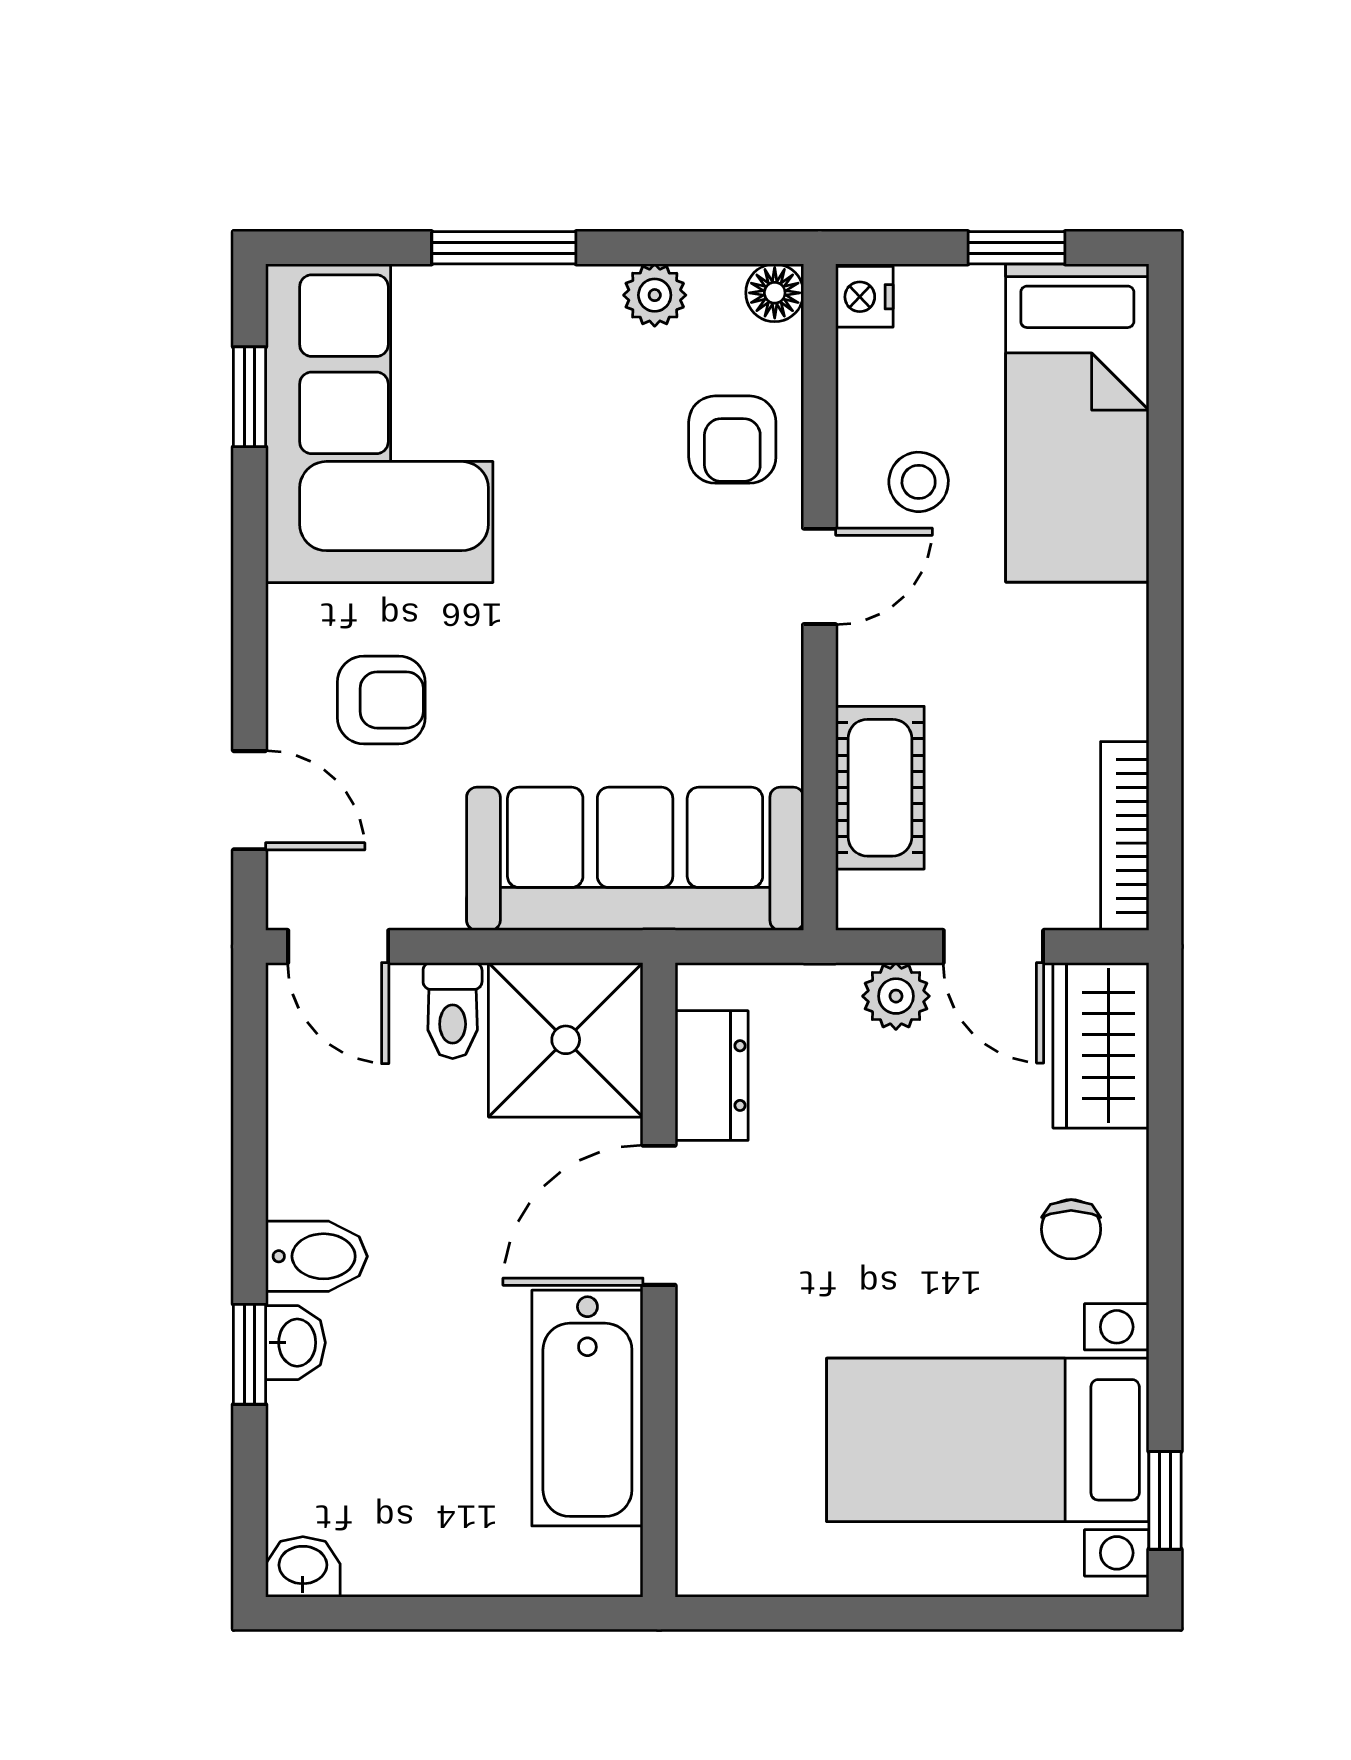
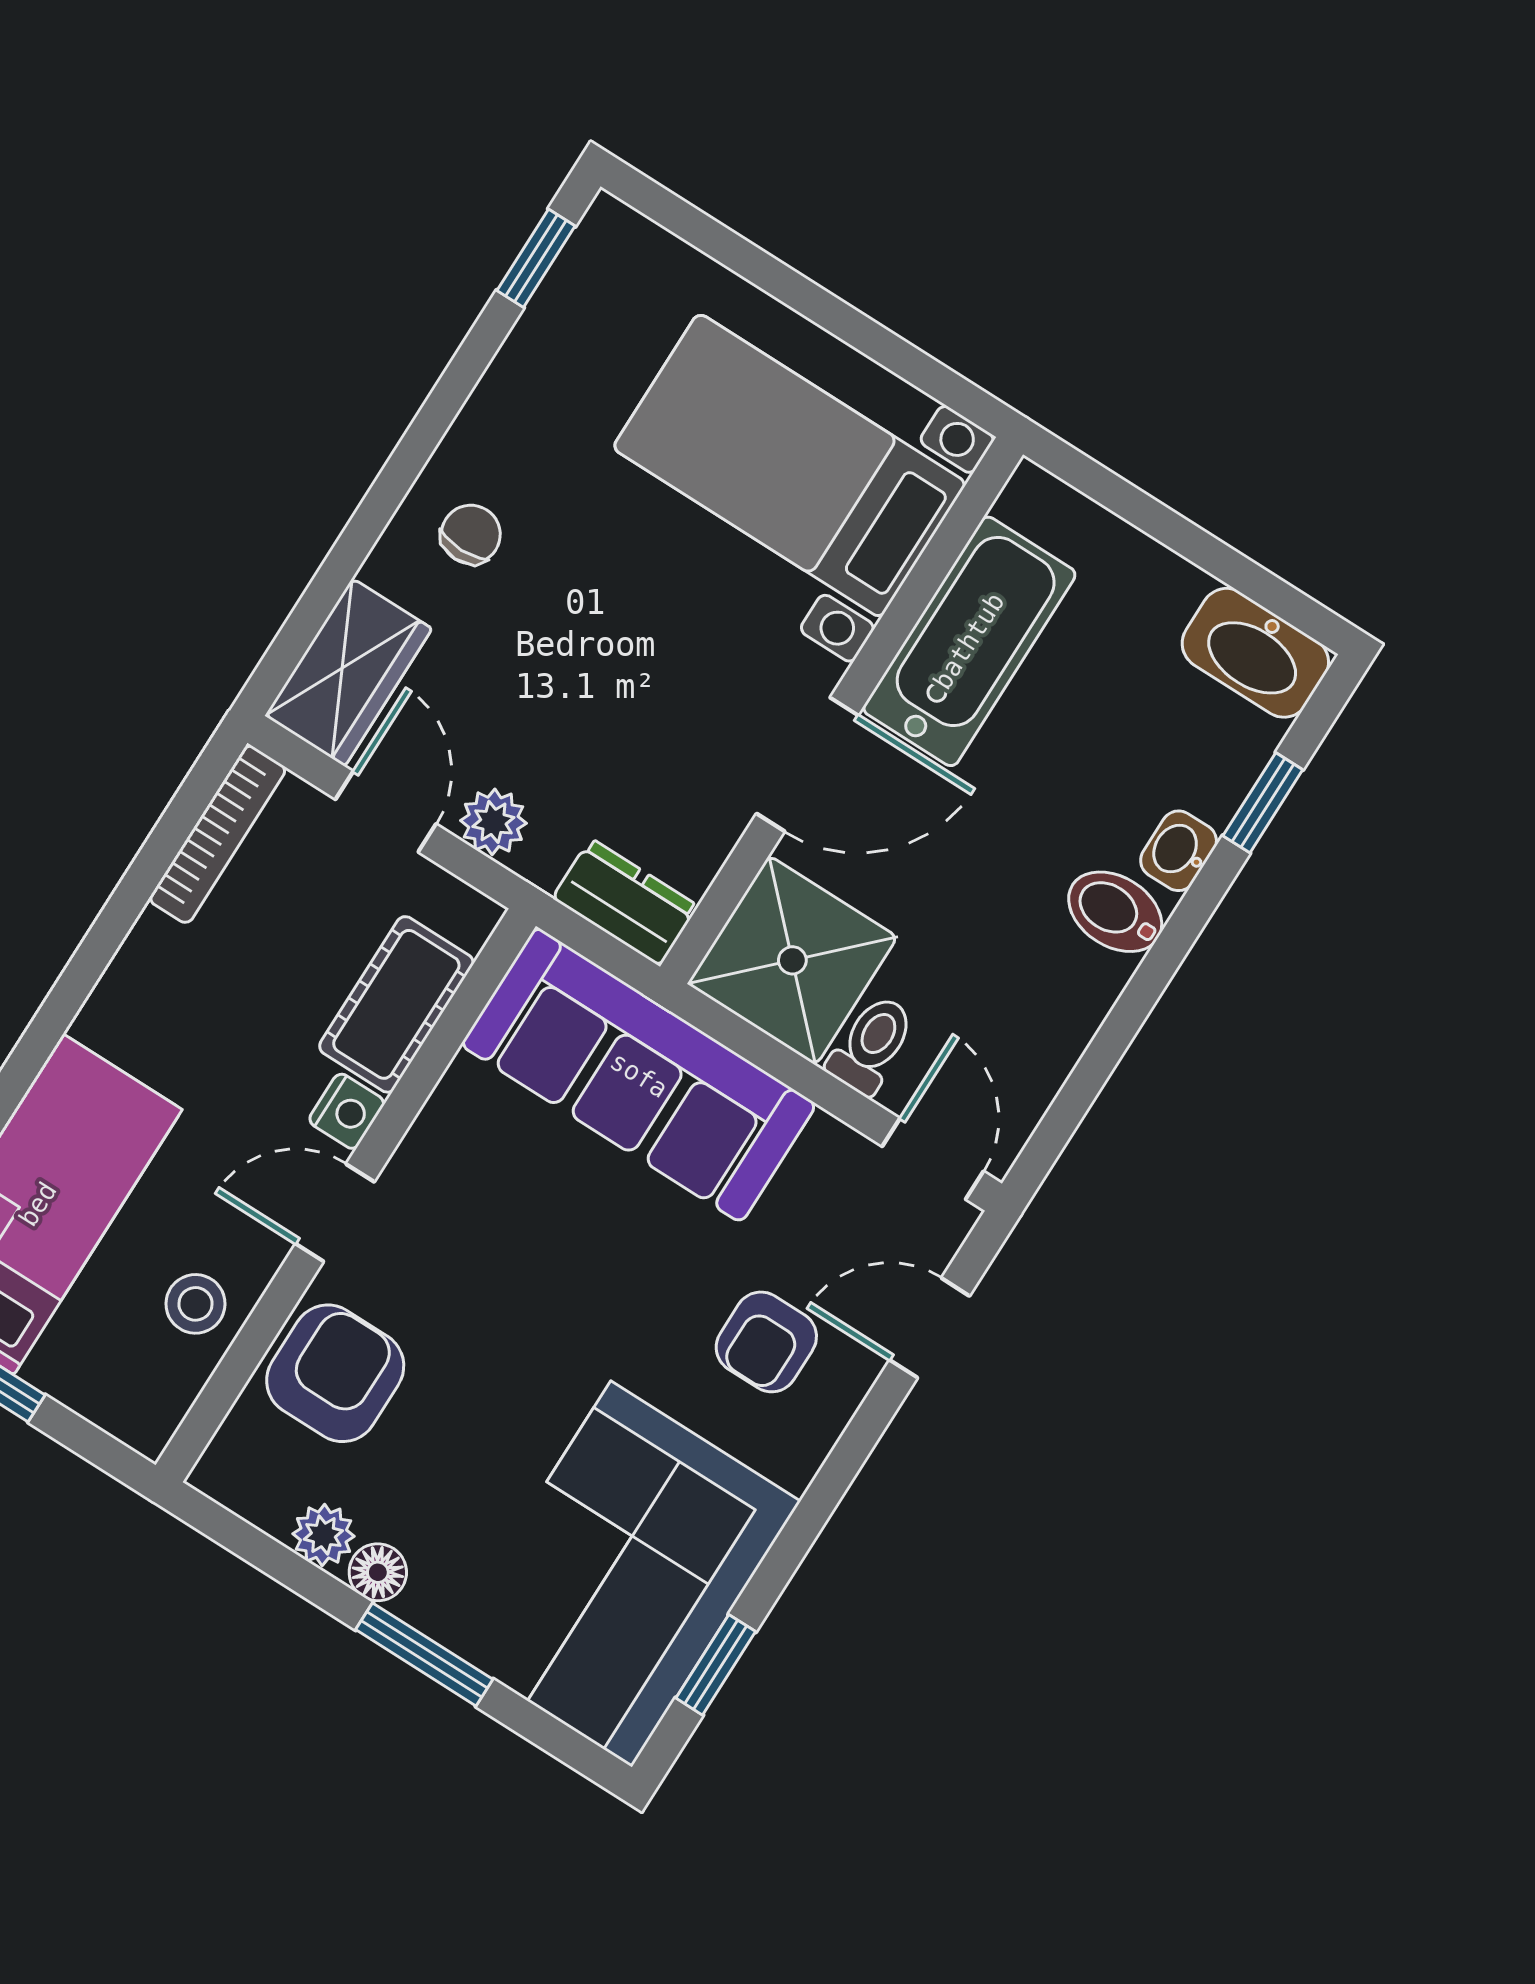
floor lamp: (775, 293) -> (378, 1572), moved
nightstand: (864, 297) -> (347, 1111), moved
armchair: (732, 440) -> (335, 1373), width x1.38, depth x1.38
stool: (919, 482) -> (195, 1304), moved
armchair: (381, 700) -> (766, 1342), turned -90
door: (249, 800) -> (930, 1328), hinge flipped
dresser: (712, 1076) -> (625, 902), moved, turned 90
window: (249, 1354) -> (1263, 803), moved
bed with nightstands: (988, 1440) -> (790, 465), moved, turned 180
washbasin: (303, 1567) -> (1255, 653), width x1.91, depth x1.45

